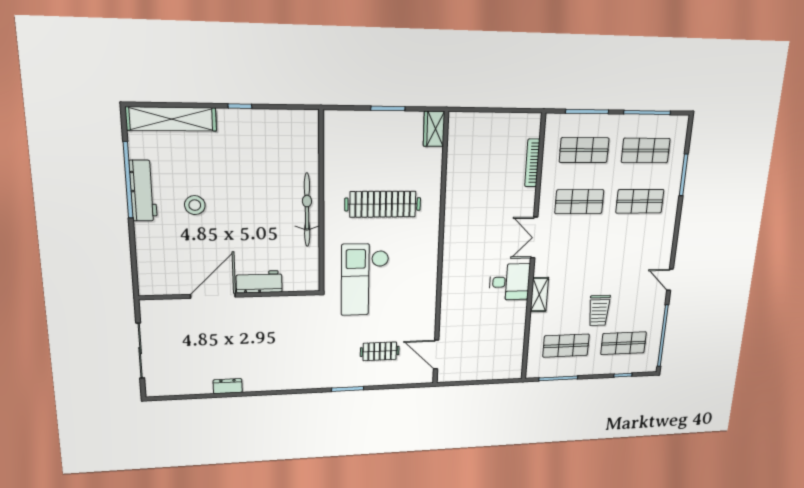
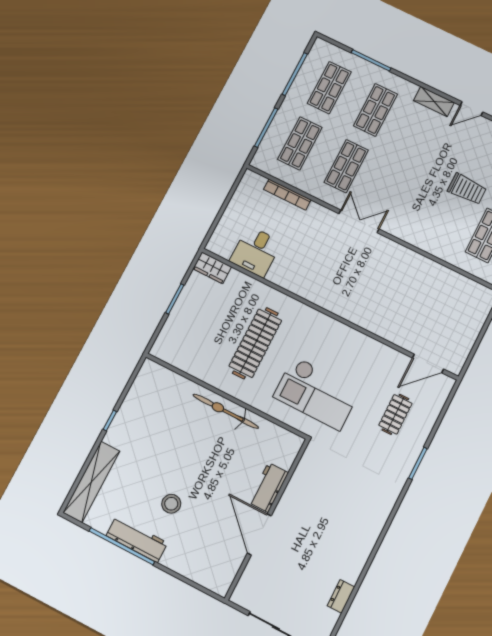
double door: (534, 238) -> (359, 221), swing flipped
desk: (510, 282) -> (256, 251), moved, turned 180
shelving: (539, 295) -> (434, 101), moved
dresser: (228, 386) -> (341, 596), moved

